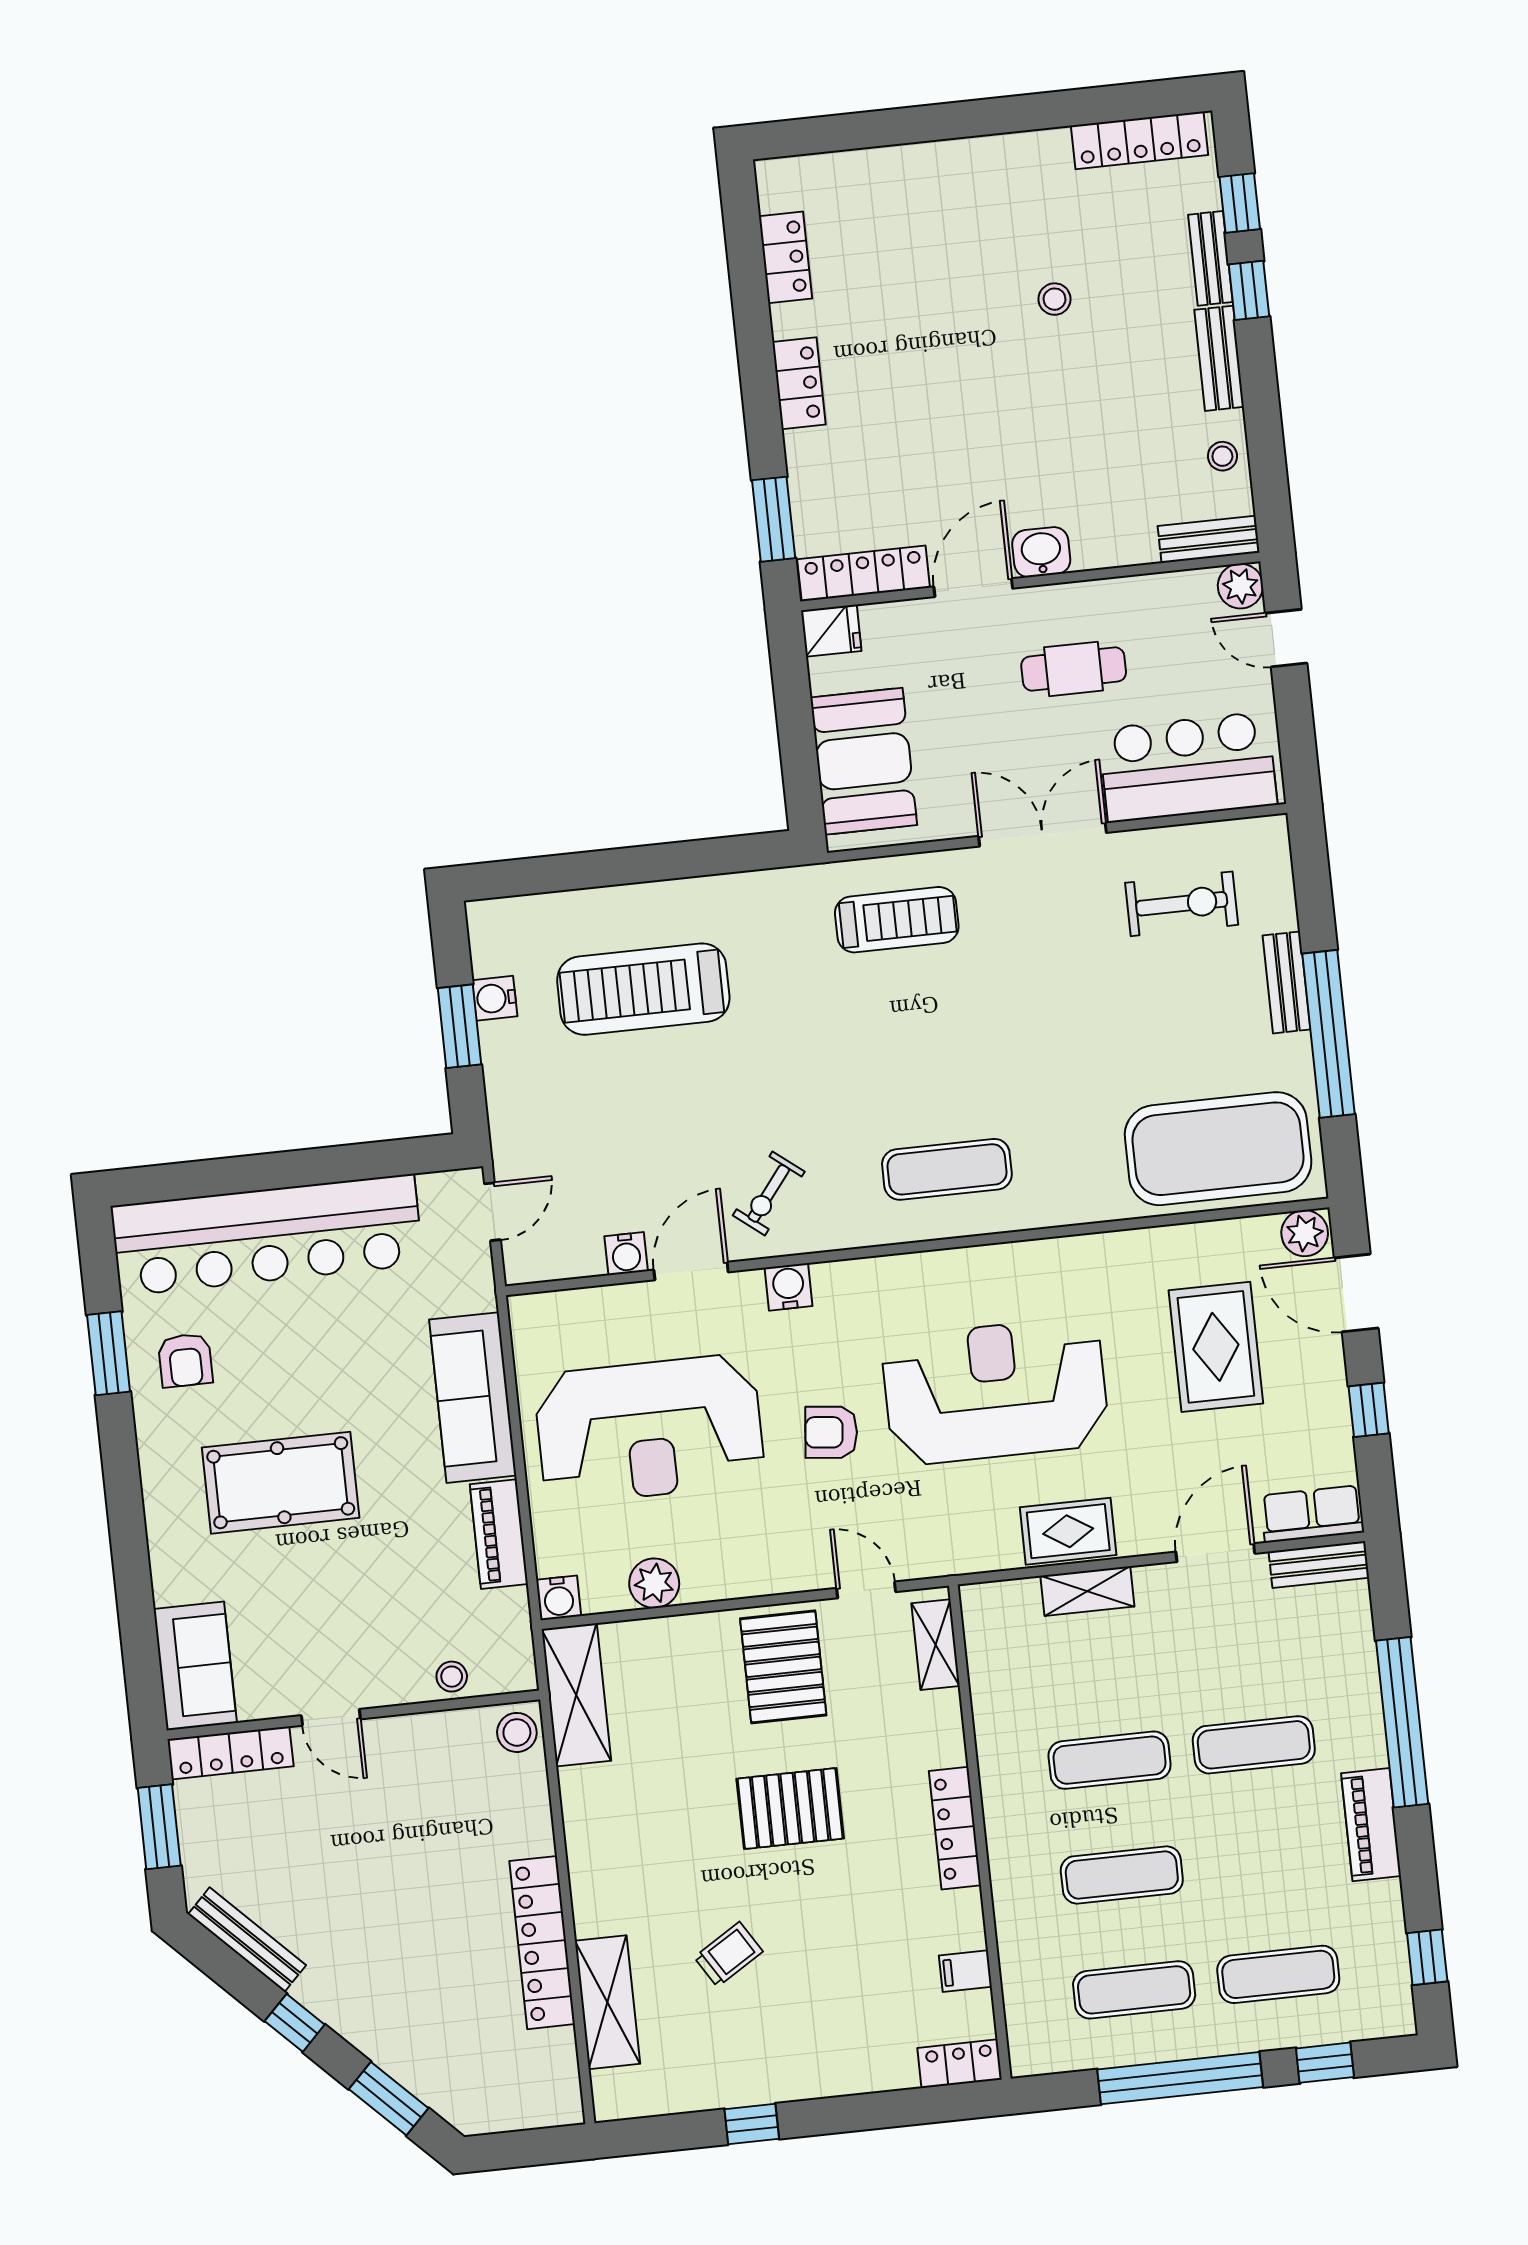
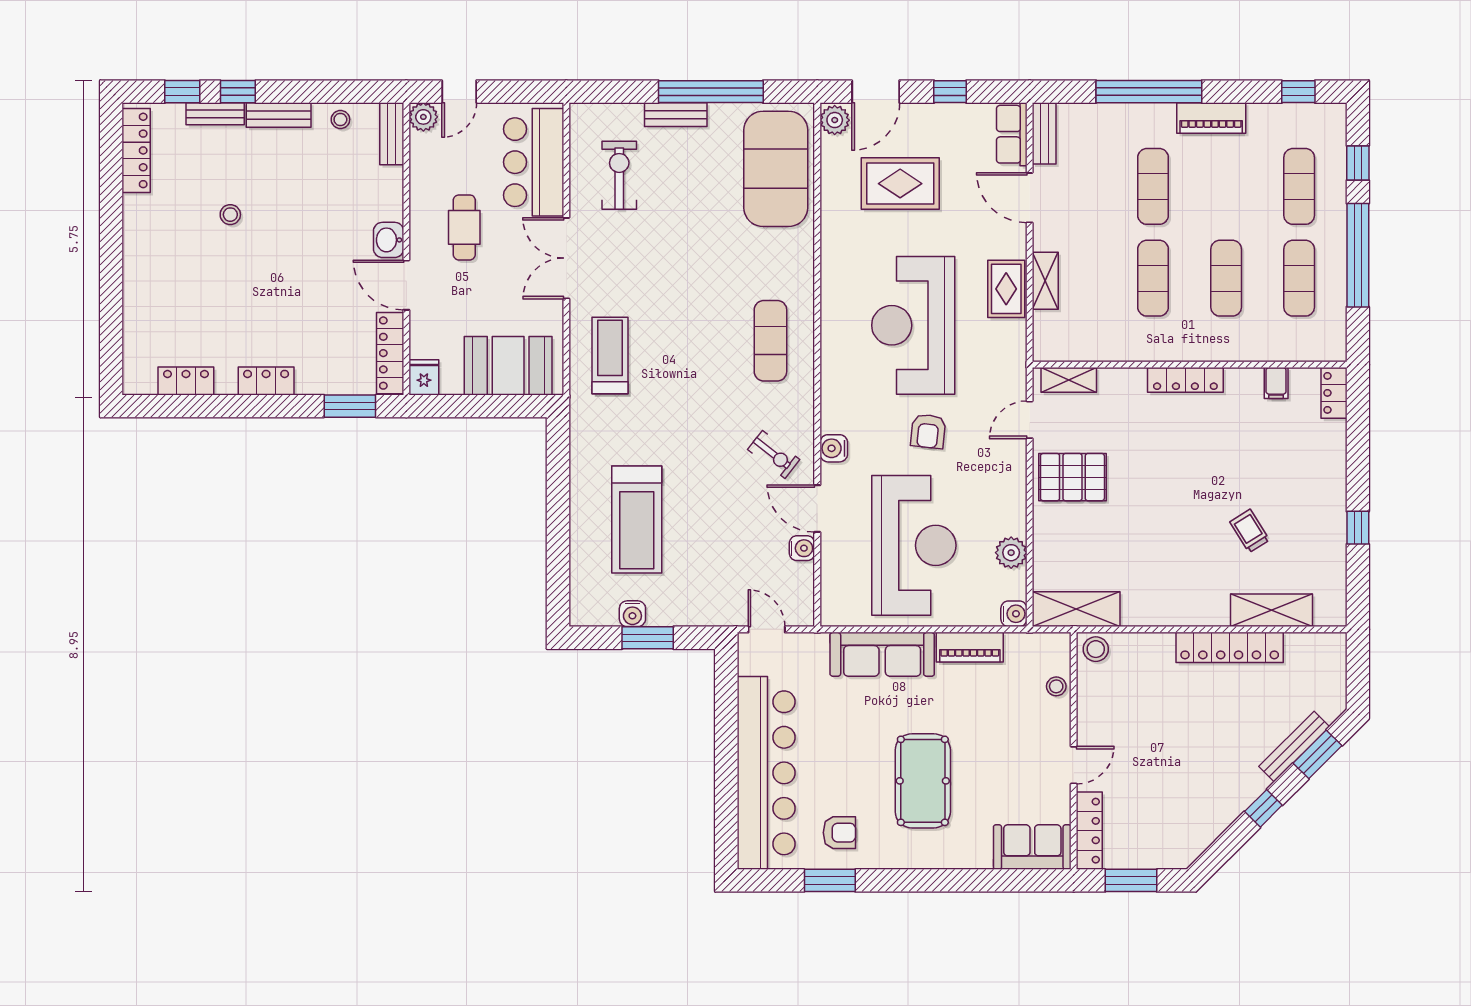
pallet: (790, 1809) -> (1162, 482), removed
bench: (247, 1940) -> (1294, 747), moved

